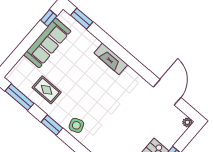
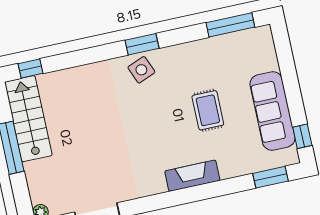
rug: (47, 90) -> (208, 110), moved, turned 90
window: (52, 125) -> (142, 44), moved

